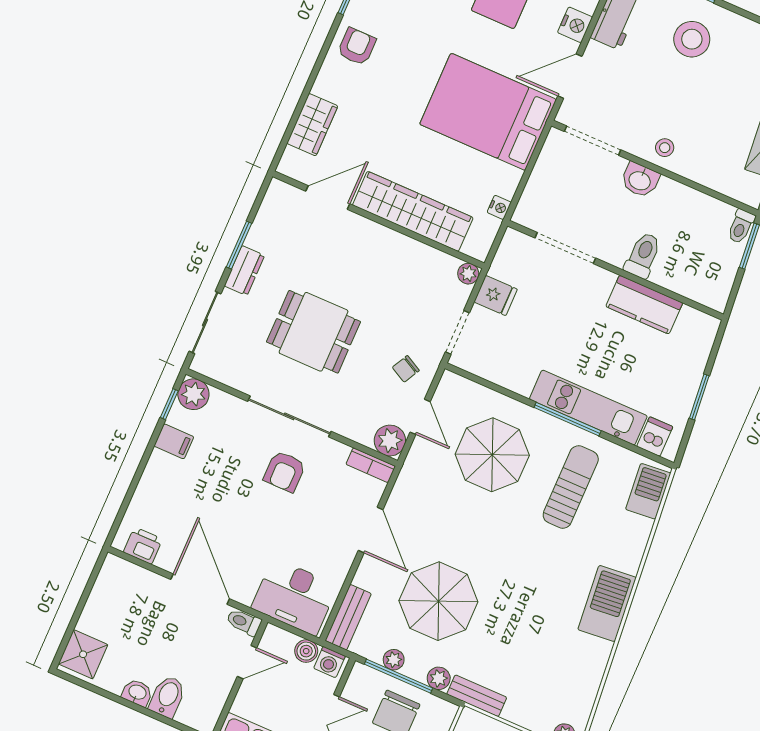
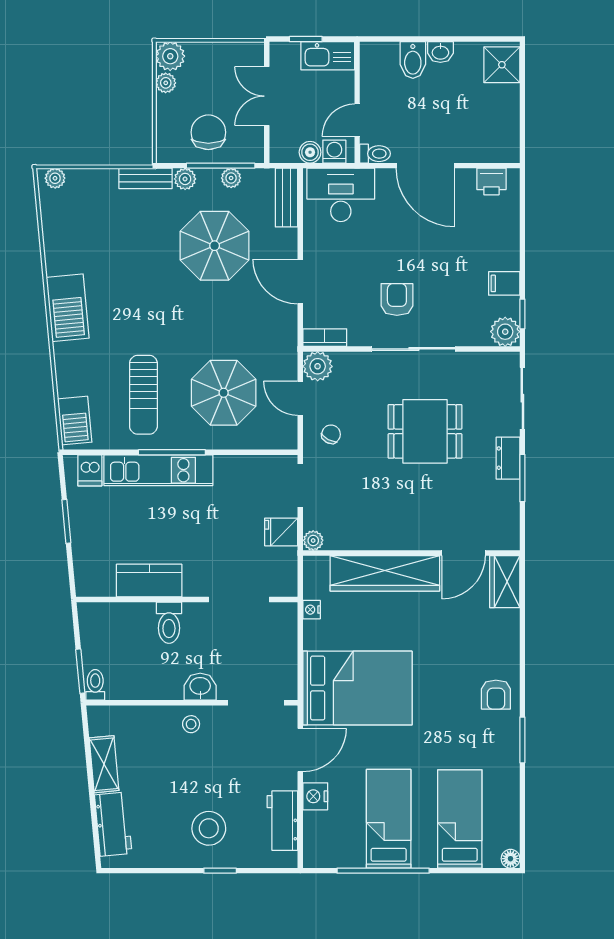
wardrobe: (312, 125) -> (505, 582), moved
washing machine: (329, 662) -> (334, 152), moved

